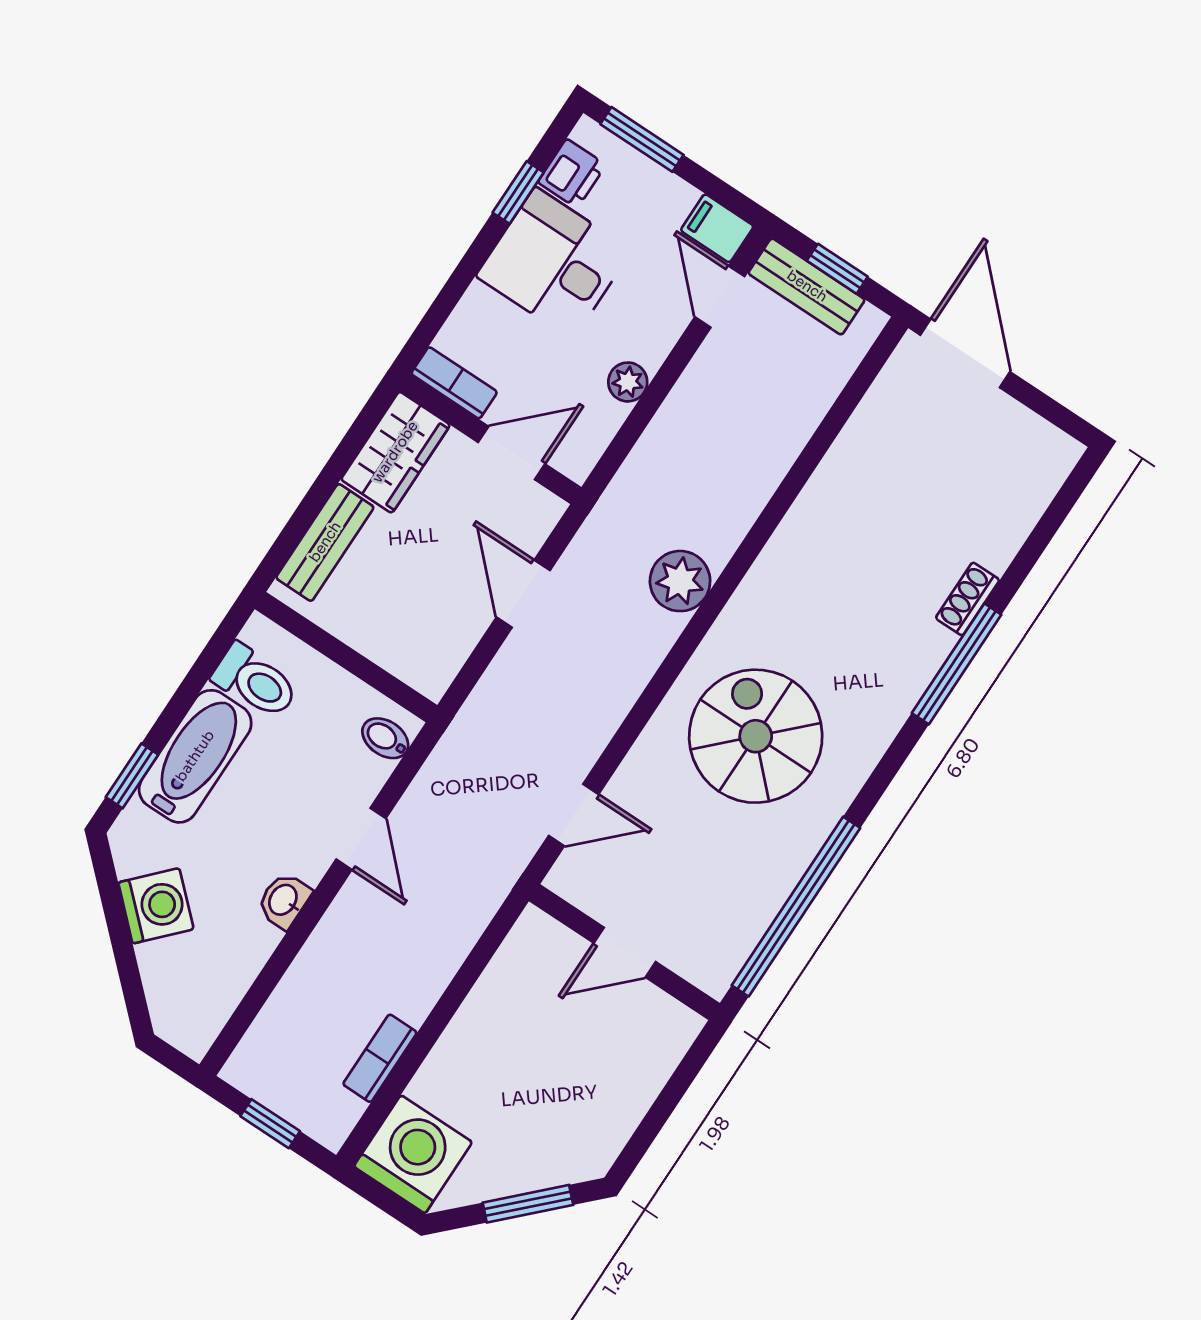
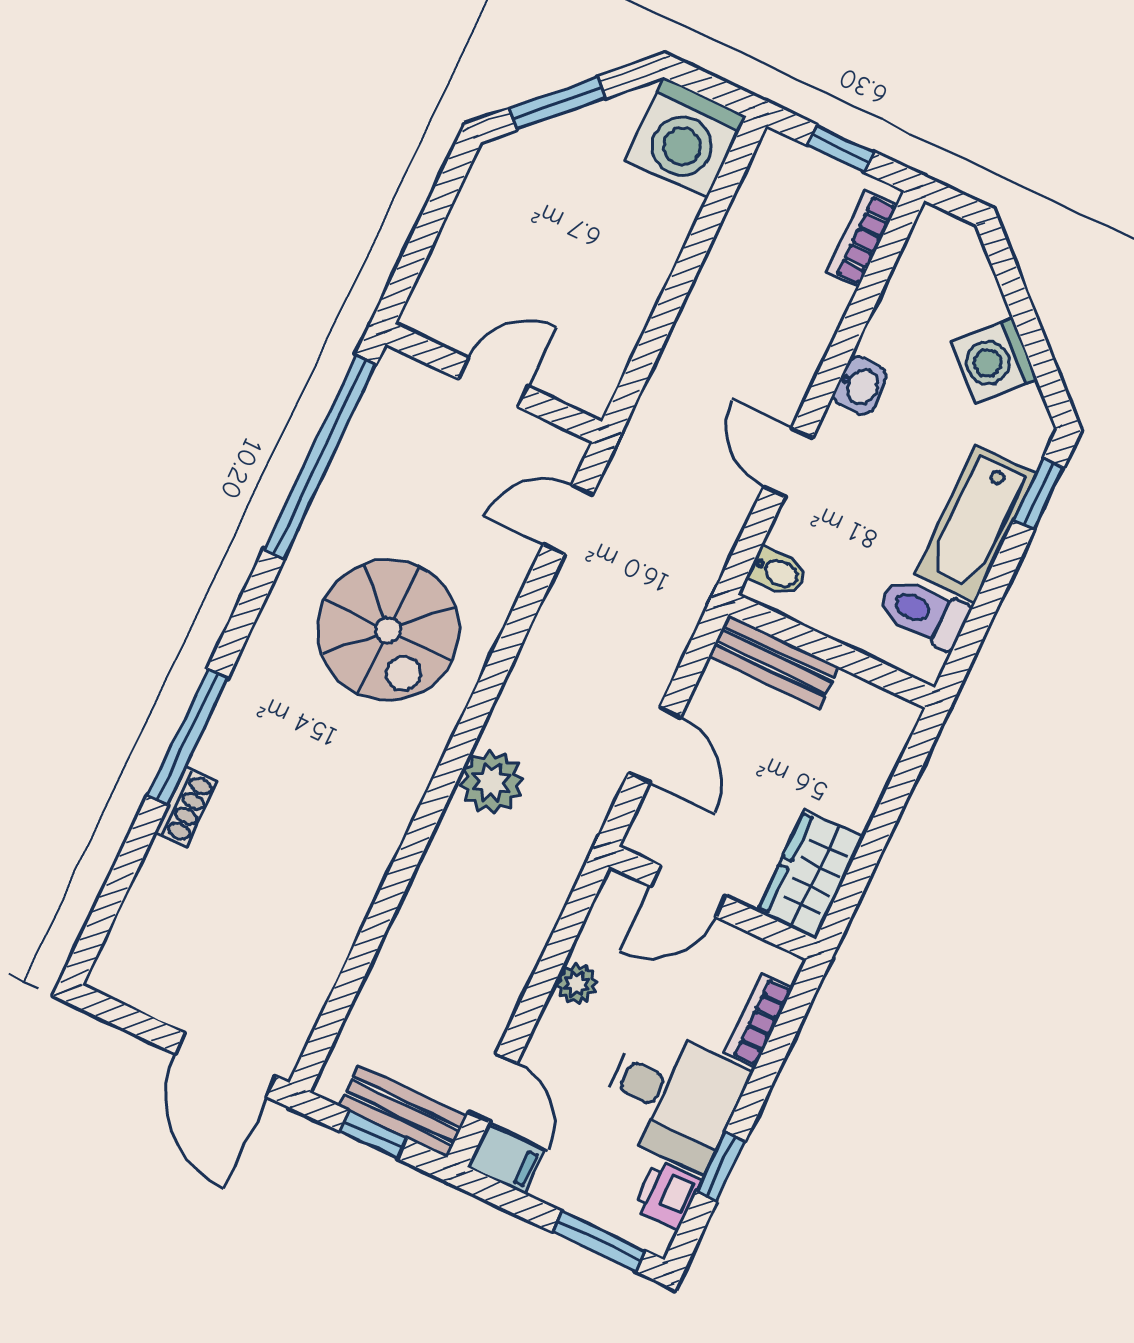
bookcase: (454, 383) -> (758, 1021), moved, turned 90
bench: (325, 542) -> (774, 662), moved, turned 90
bookcase: (380, 1058) -> (862, 238), moved, turned 180

